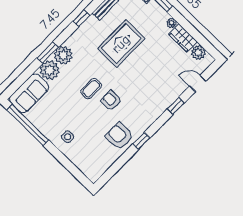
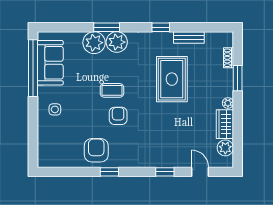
rug: (121, 44) -> (172, 79), turned 90
sofa: (29, 93) -> (50, 63), moved, turned -90

